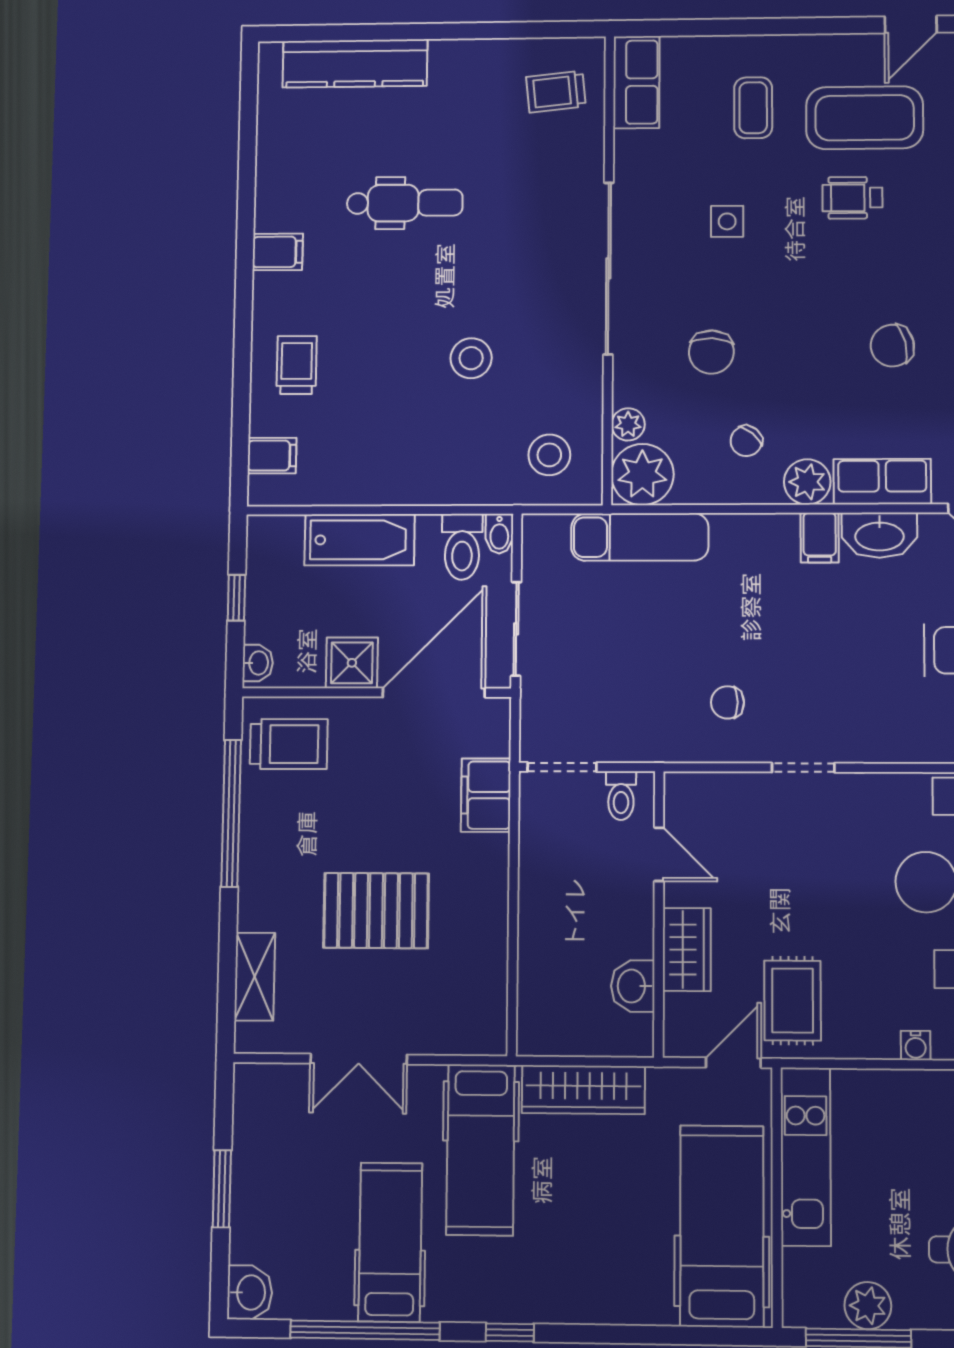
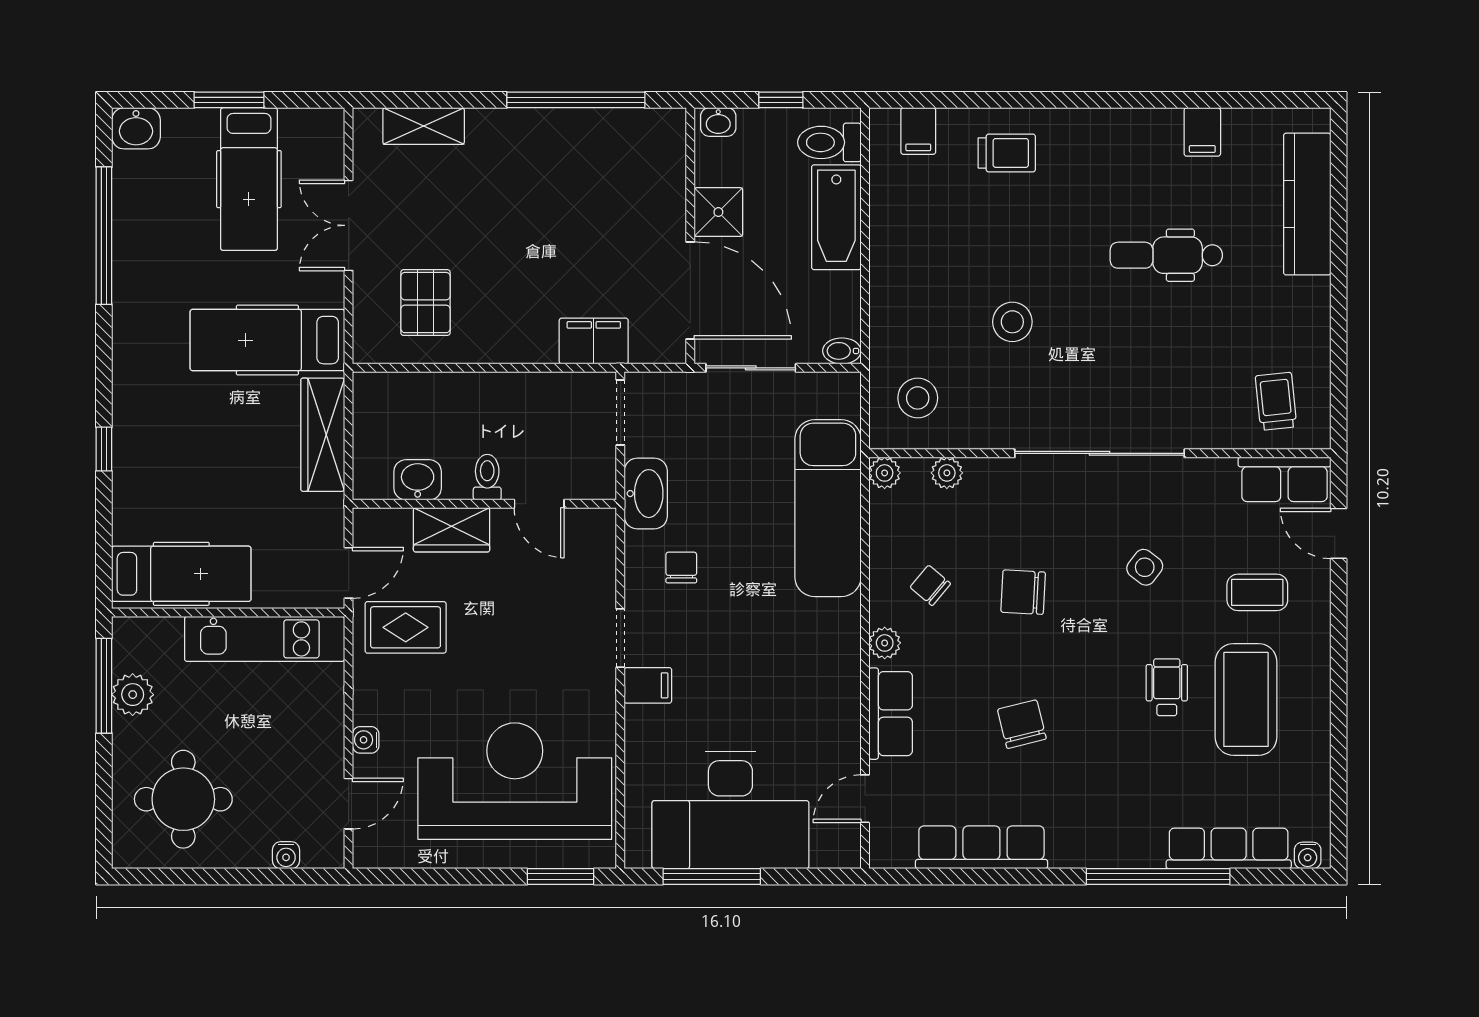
door: (911, 24) -> (1339, 533), moved
dental chair: (405, 203) -> (1166, 255), turned 90
side table: (727, 221) -> (1145, 567), turned 37
filing cabinet: (278, 252) -> (1202, 132), moved
chair: (711, 352) -> (1023, 592), moved
plant: (642, 474) -> (885, 473), width x0.53, depth x0.53
plant: (807, 482) -> (885, 643), width x0.73, depth x0.73
washbasin: (880, 535) -> (646, 494), moved, turned 180
exam couch: (640, 537) -> (828, 508), width x1.36, depth x1.45
filing cabinet: (820, 538) -> (648, 685), moved, turned 180
toilet: (462, 547) -> (829, 142), moved
trolley: (289, 744) -> (641, 153), removed
toilet: (621, 796) -> (487, 477), moved, turned 90
door: (659, 854) -> (539, 504), hinge flipped
pallet: (376, 911) -> (425, 303), moved, width x0.67, depth x0.71
door: (733, 1063) -> (349, 573), hinge flipped
hospital bed: (722, 1226) -> (181, 574), width x0.73, depth x0.78
hospital bed: (390, 1242) -> (249, 179), moved, turned 90
window: (510, 1332) -> (104, 449), moved

